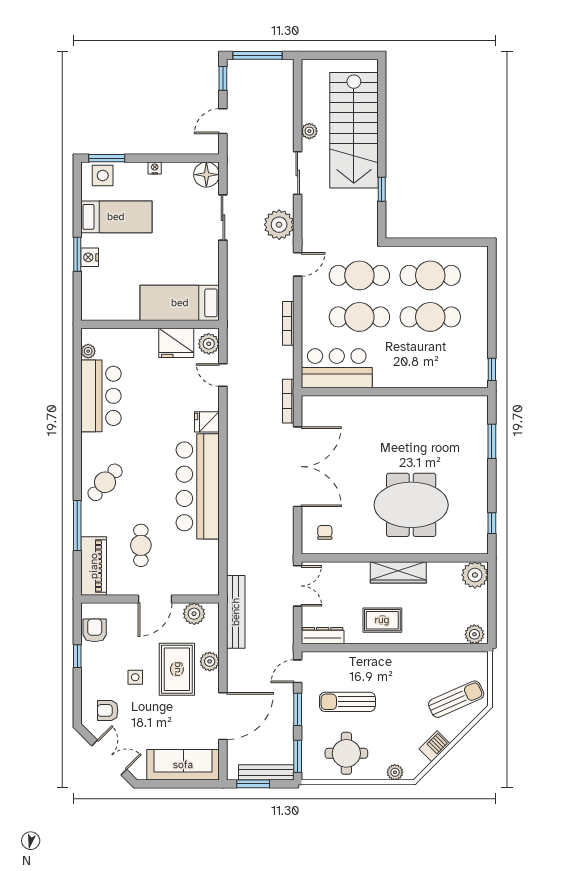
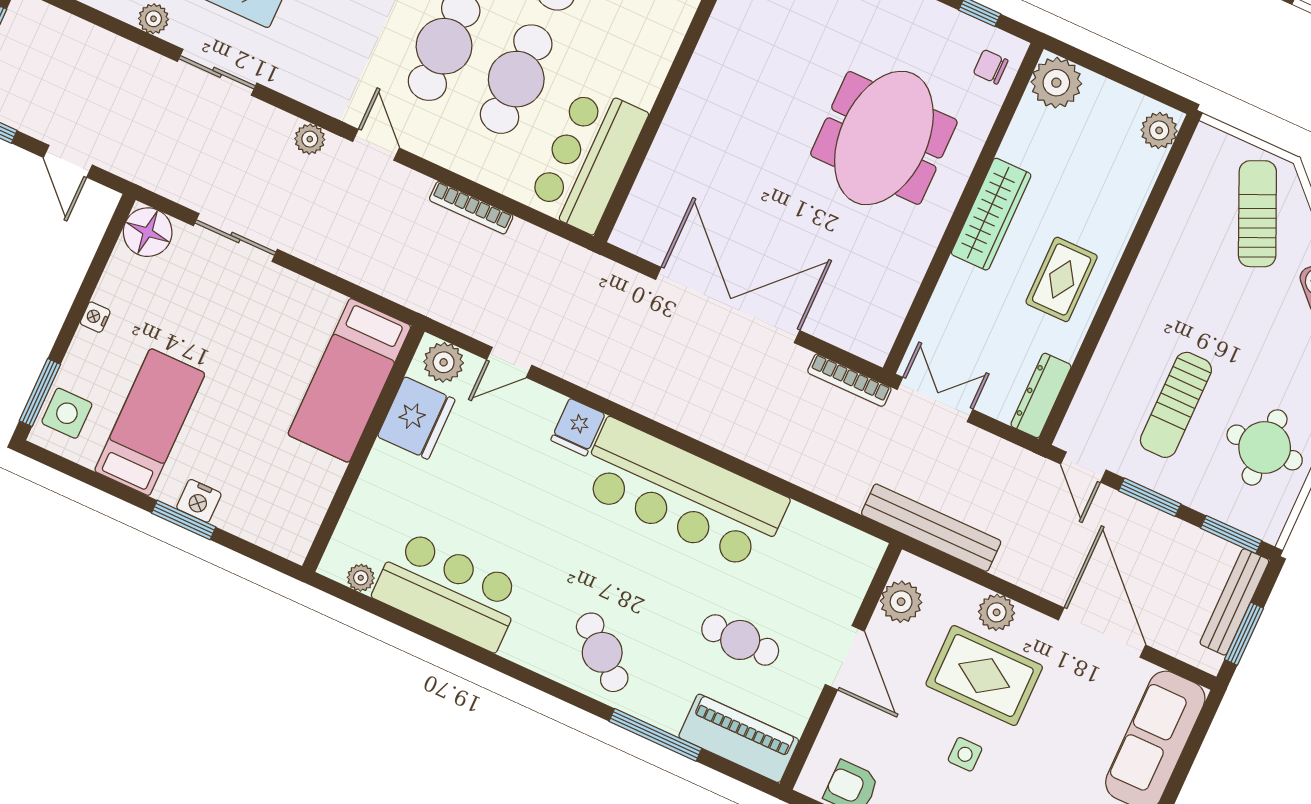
plant: (279, 225) -> (310, 139), width x0.53, depth x0.53
bookcase: (288, 401) -> (849, 380), moved
chair: (325, 532) -> (991, 67), moved

